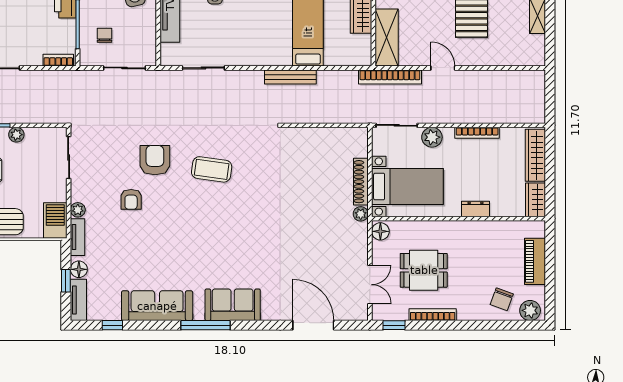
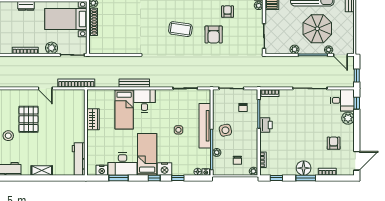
shelving: (387, 38) -> (78, 106), removed
desk: (273, 47) -> (144, 101), added

